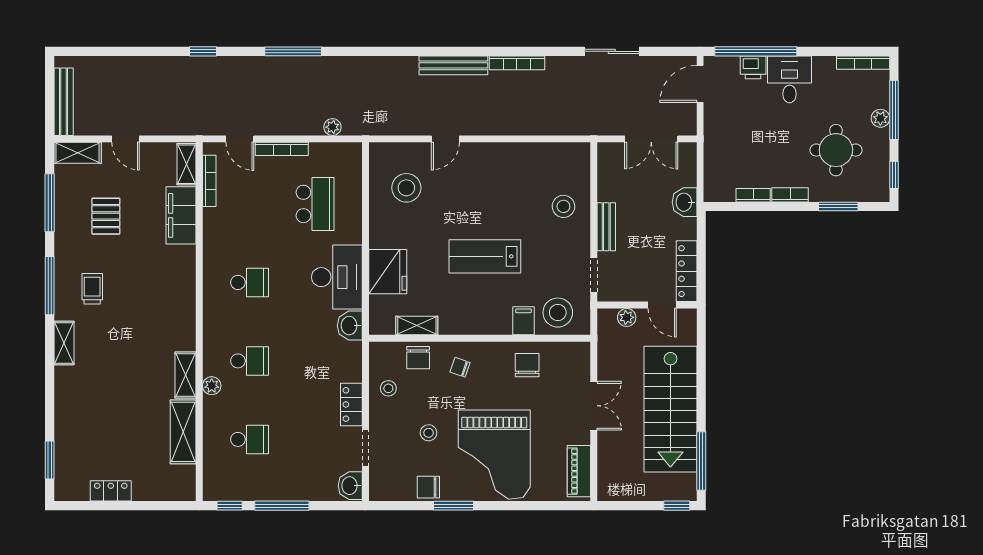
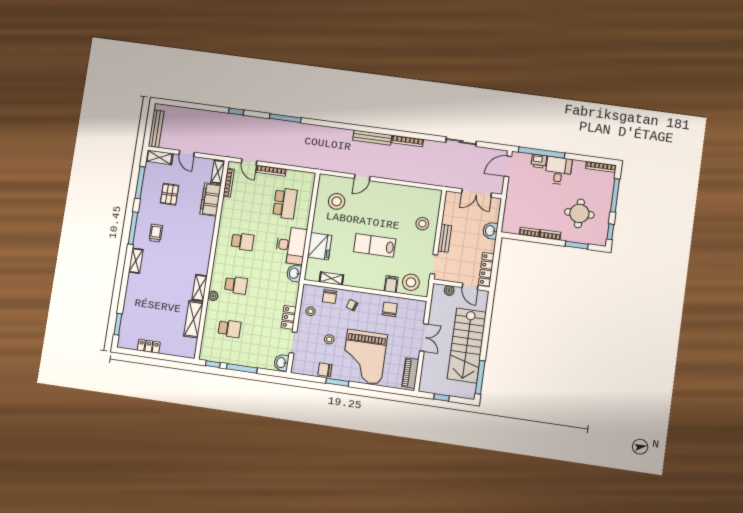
plant: (880, 118) -> (607, 199), removed
plant: (332, 127) -> (301, 162), removed
window: (677, 506) -> (442, 398), moved

